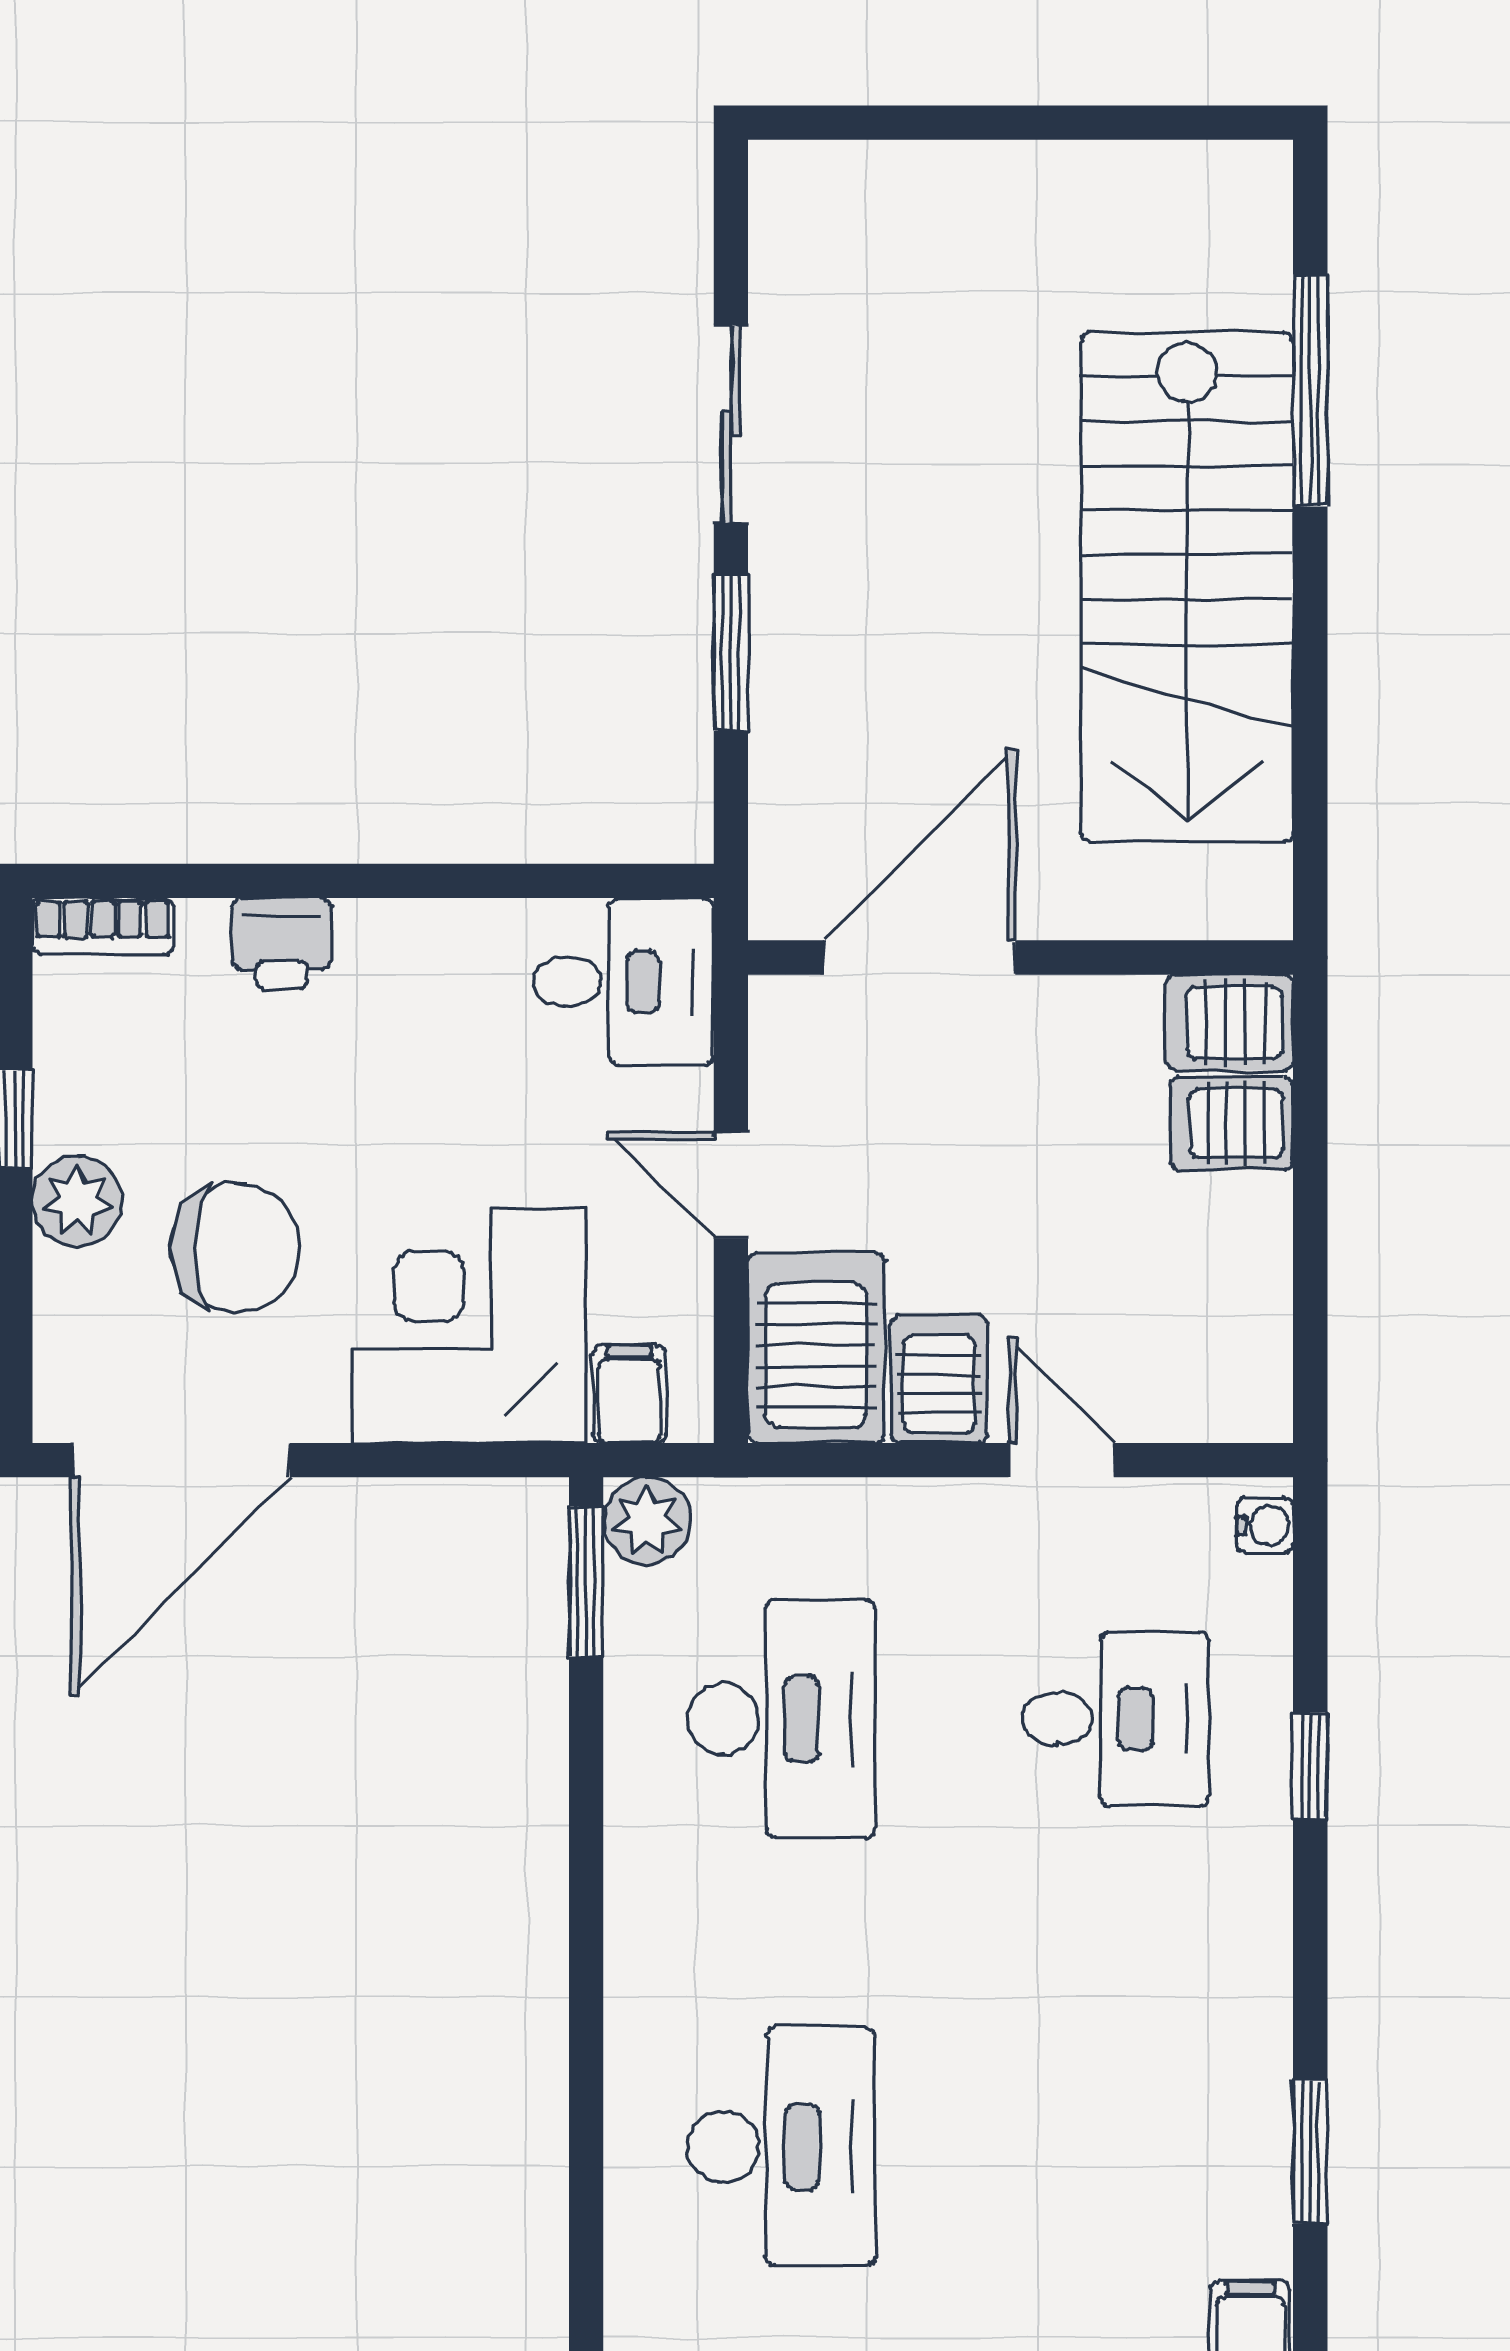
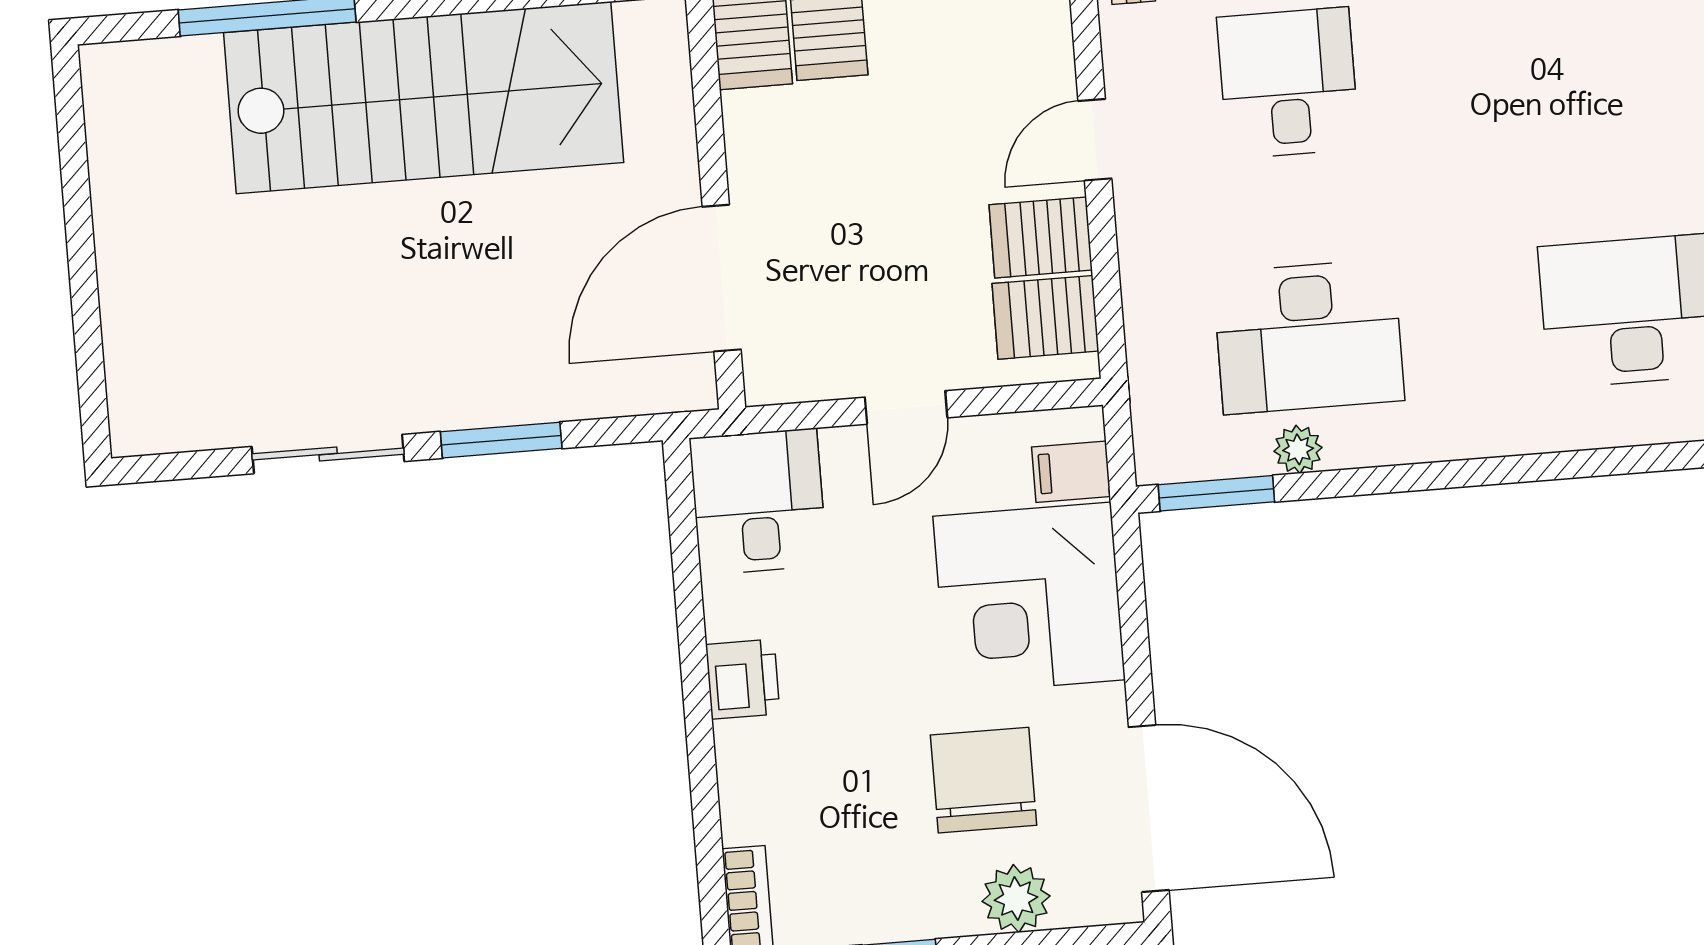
printer: (282, 943) -> (743, 679), moved
door: (920, 957) -> (722, 278), hinge flipped
plant: (77, 1201) -> (1016, 899), moved
server rack: (816, 1348) -> (1045, 317), width x0.73, depth x0.70
plant: (647, 1521) -> (1298, 449), moved, width x0.73, depth x0.73
desk: (781, 1719) -> (1309, 337), turned 180

